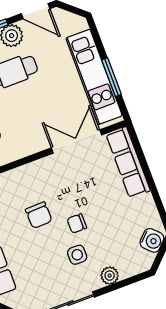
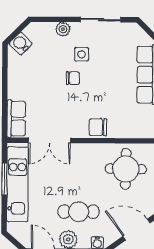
row of seats: (128, 162) -> (16, 119), width x0.68
chair: (39, 215) -> (98, 127), moved, turned -88

